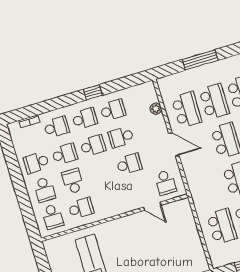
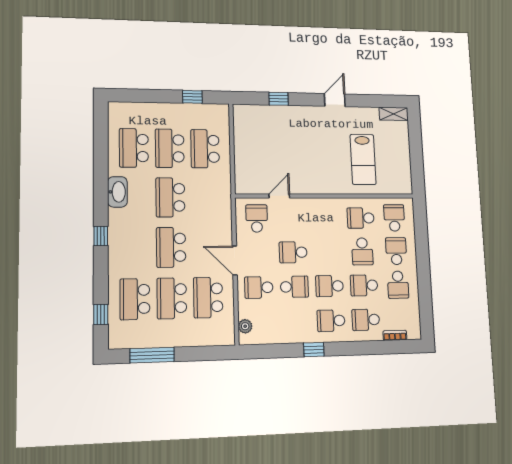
window: (200, 60) -> (152, 355), moved
plant: (156, 109) -> (245, 326), moved
school desk: (113, 110) -> (259, 287), moved
school desk: (36, 163) -> (398, 285), turned 90
door: (152, 206) -> (279, 196), hinge flipped

